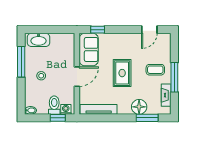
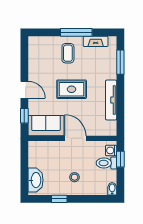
door: (149, 30) -> (24, 90), moved
window: (21, 62) -> (59, 199), width x0.46
floor lamp: (139, 107) -> (108, 71), removed
tv unit: (99, 109) -> (111, 100), moved

